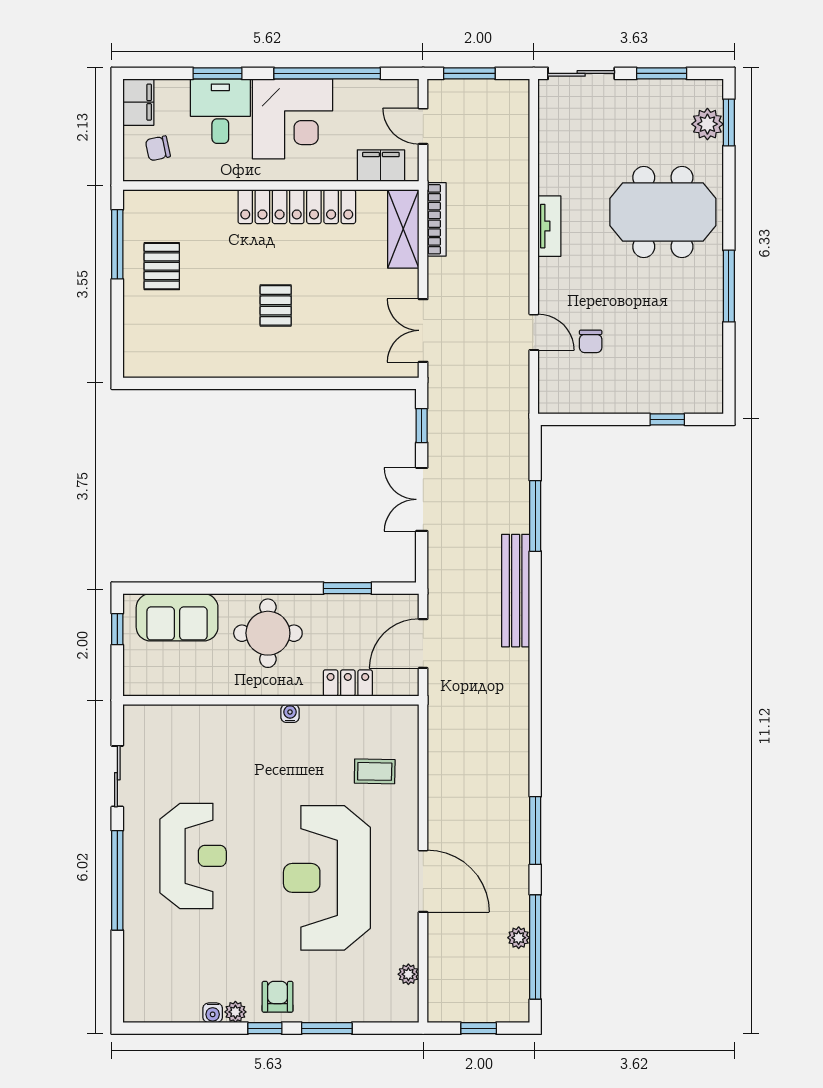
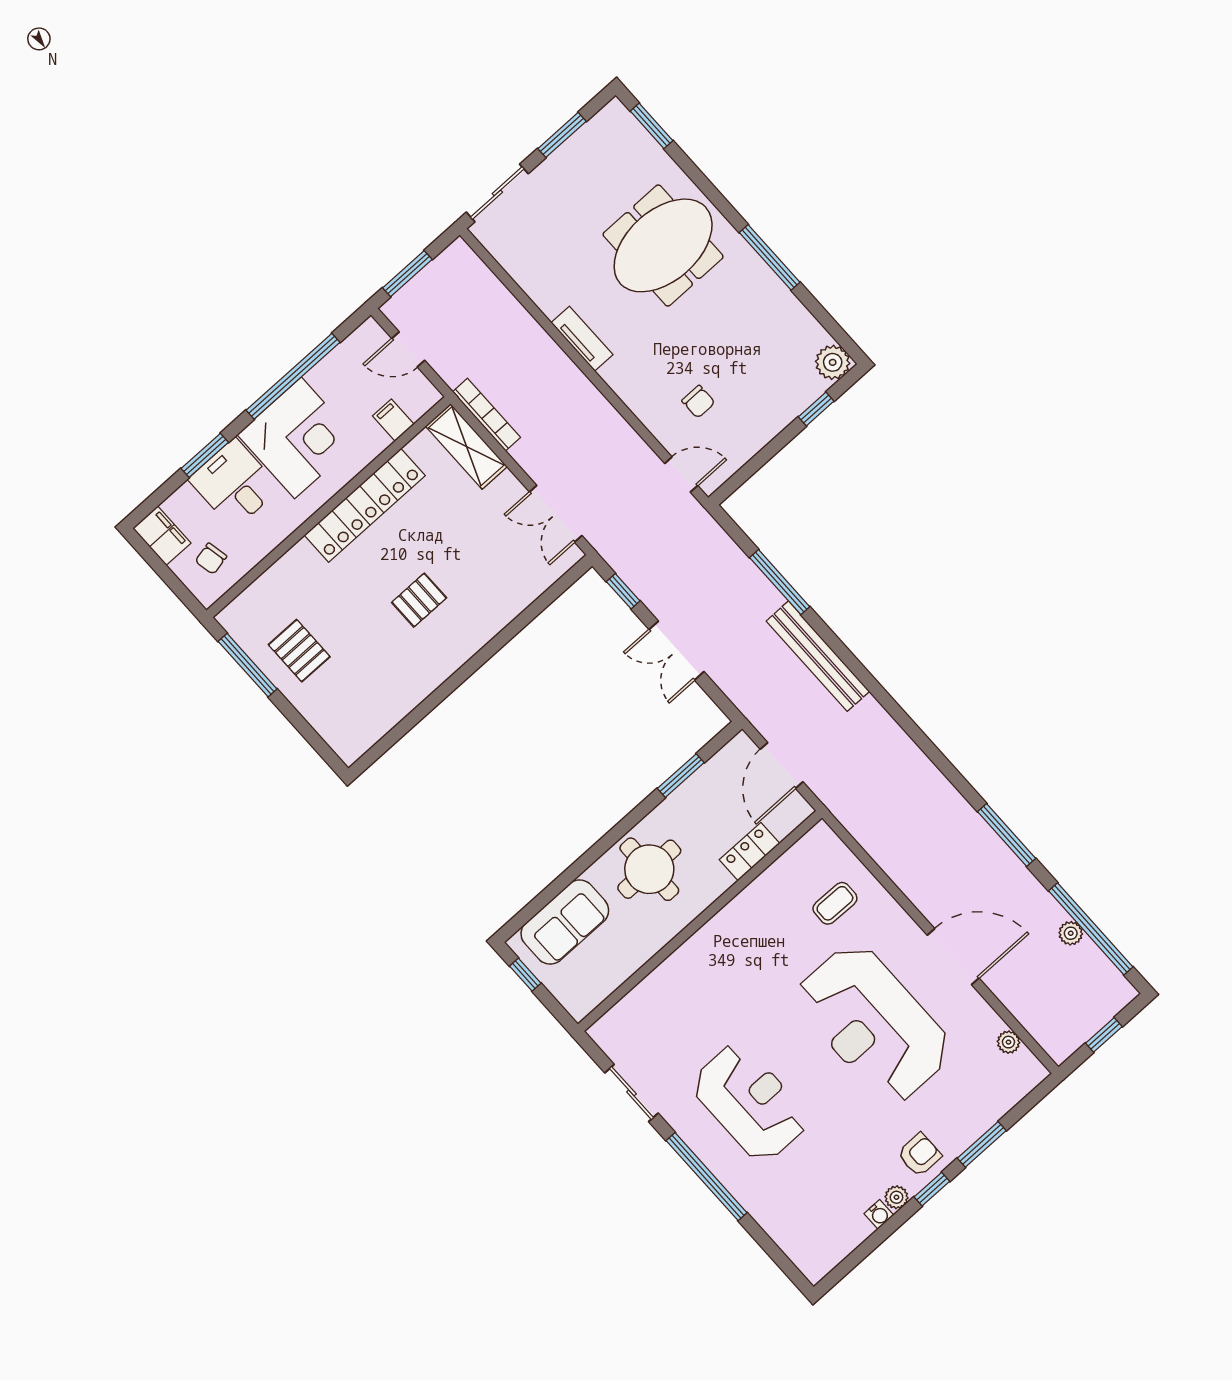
plant: (707, 124) -> (833, 362), moved
filing cabinet: (381, 166) -> (393, 420), width x0.50
pallet: (276, 305) -> (419, 600), turned 90
door: (534, 332) -> (681, 474), moved
water cooler: (290, 713) -> (725, 918), removed
armchair: (278, 997) -> (919, 1155), turned 90

